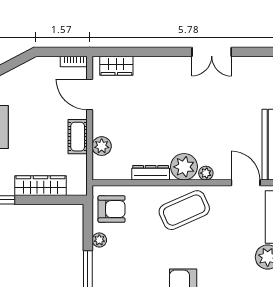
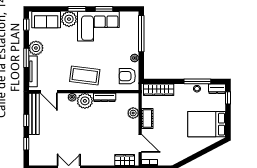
wardrobe: (40, 186) -> (159, 90), moved
coffee table: (184, 210) -> (85, 75), turned 31

